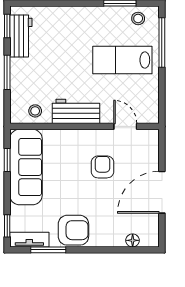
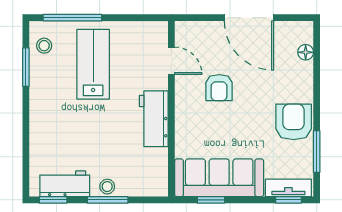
lab bench: (122, 60) -> (93, 64), turned 180
stool: (35, 111) -> (107, 187), moved
door: (125, 126) -> (171, 61), swing flipped
armchair: (102, 167) -> (219, 88), turned -90
tv unit: (29, 240) -> (288, 188), moved, turned 90

